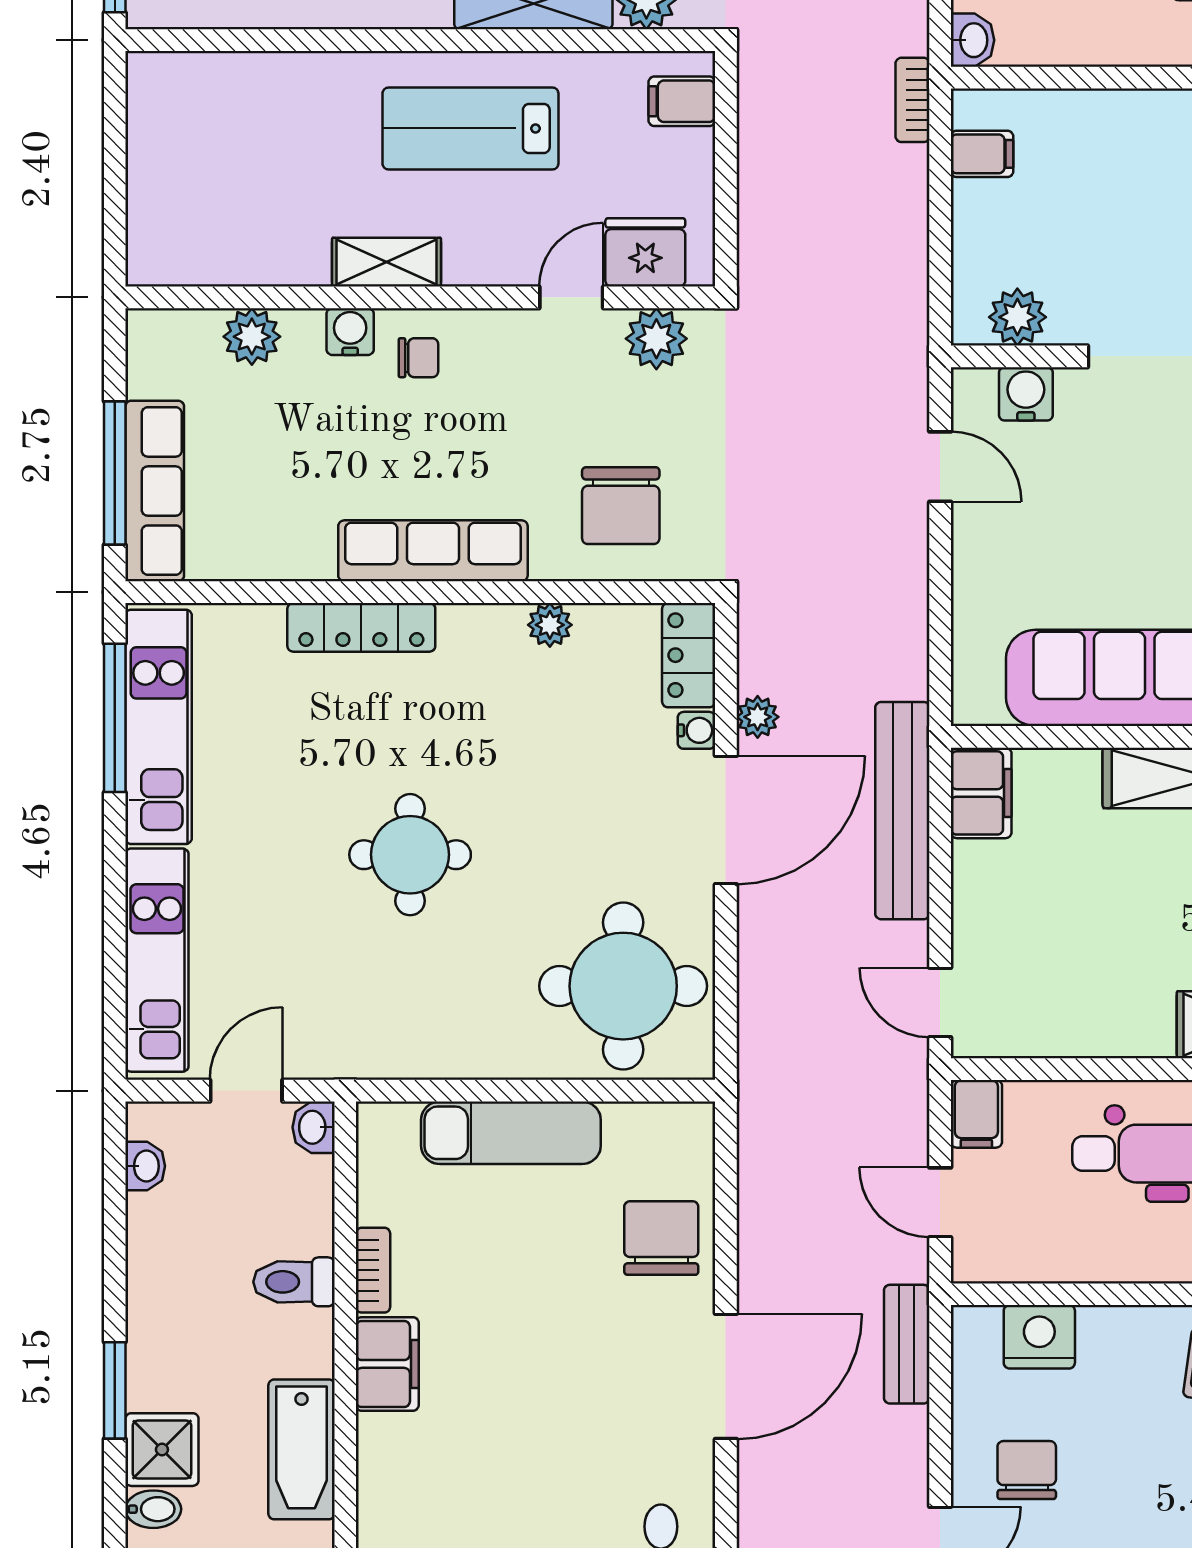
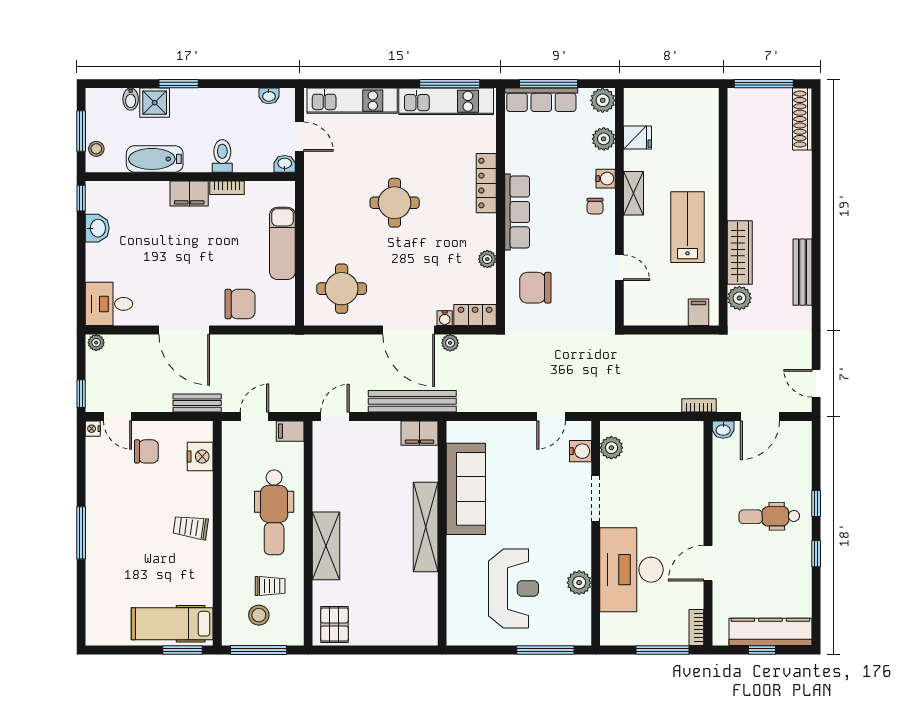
filing cabinet: (982, 154) -> (677, 433), removed
fridge: (645, 252) -> (638, 138), moved, width x0.72
plant: (656, 339) -> (603, 100), moved
round table: (623, 986) -> (342, 289), width x0.73, depth x0.73

